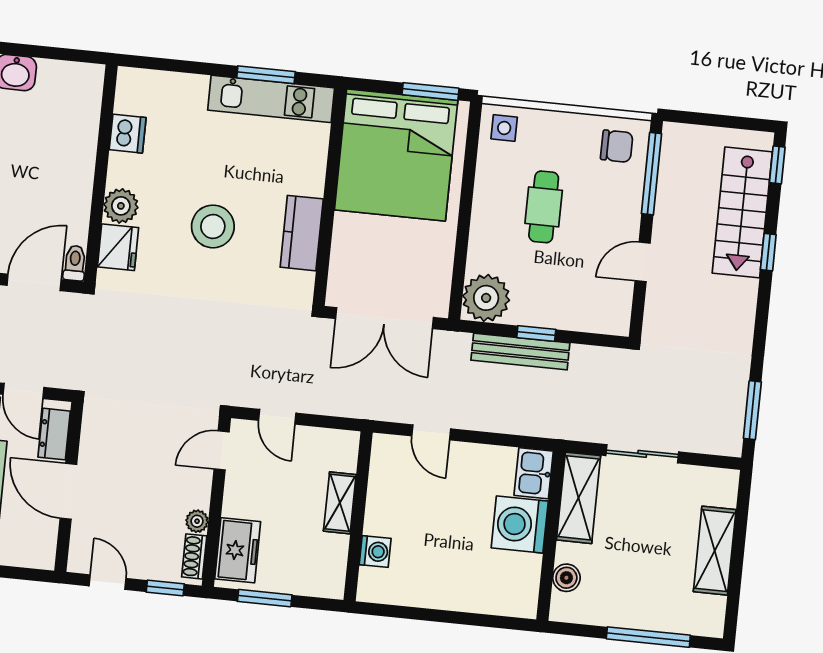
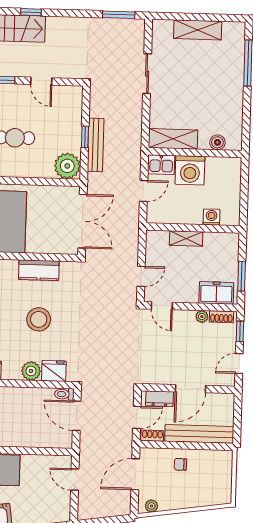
kitchen sink: (534, 473) -> (161, 165), moved
shelving: (579, 498) -> (173, 139), moved
washing machine: (520, 525) -> (190, 170), moved
wall: (551, 536) -> (195, 153), moved
boiler: (566, 578) -> (217, 142), moved

